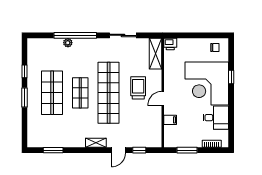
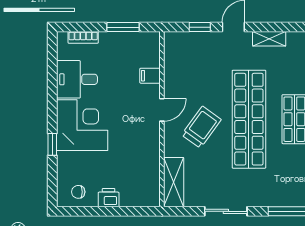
printer: (170, 44) -> (109, 198), moved
corner desk: (207, 83) -> (82, 125), width x0.74, depth x0.74
trolley: (138, 88) -> (201, 127), turned -144

